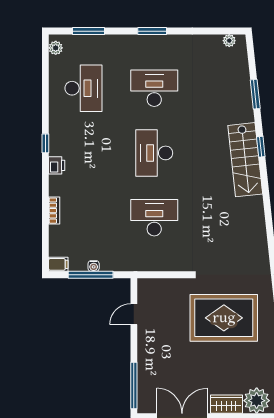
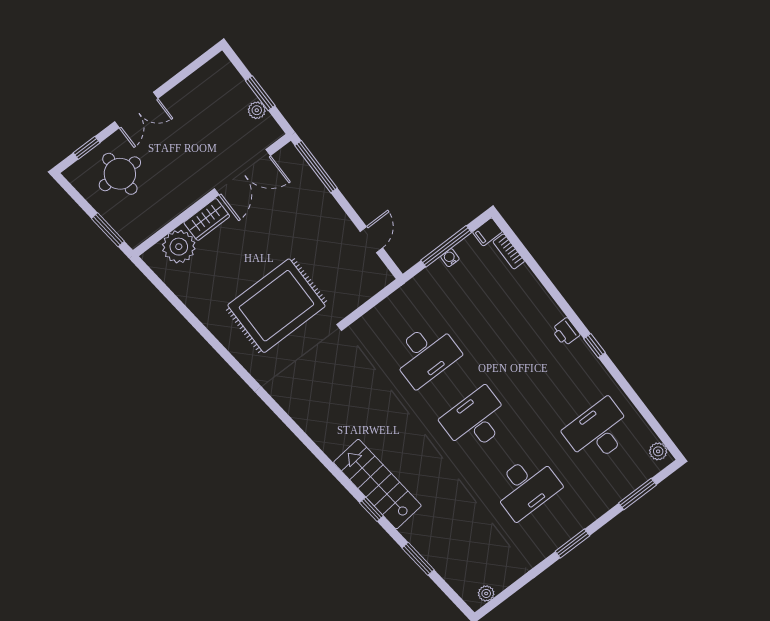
desk: (83, 88) -> (598, 432), turned 90
desk: (154, 153) -> (476, 420), turned -90
bookcase: (54, 211) -> (509, 251), moved

